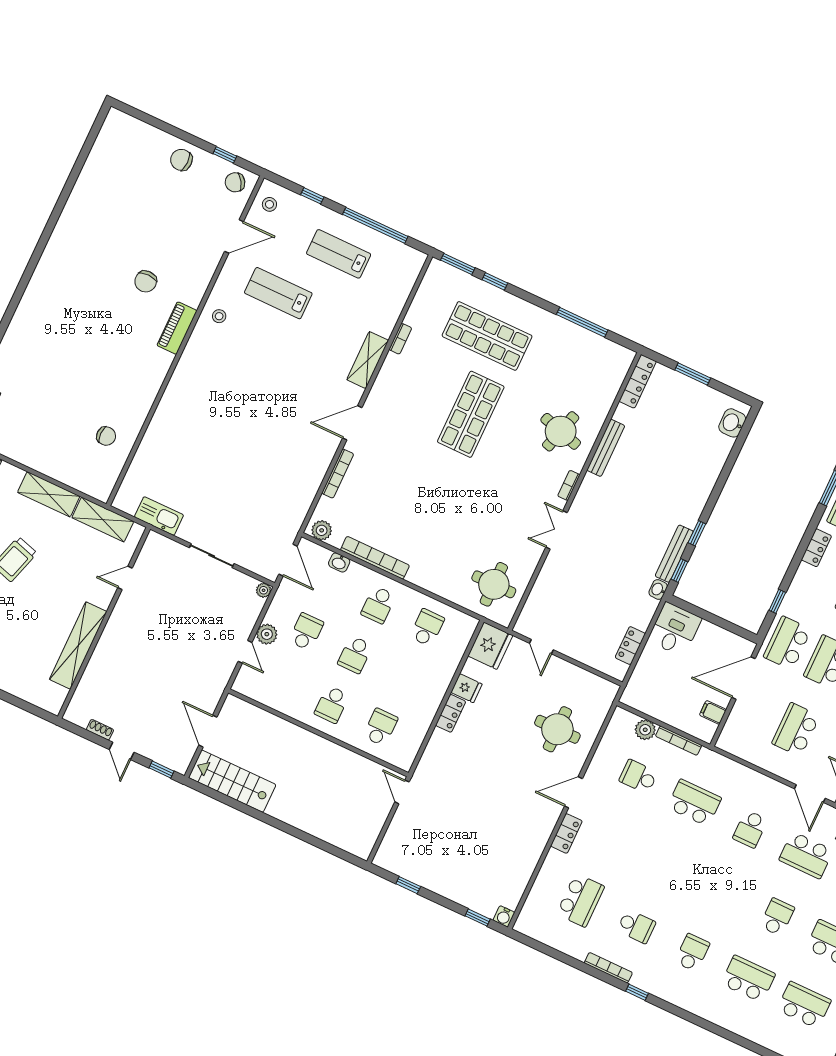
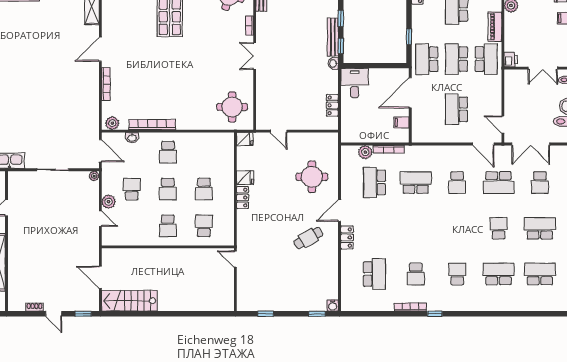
school desk: (427, 628) -> (204, 189), moved, turned 180
fridge: (490, 646) -> (245, 139), width x0.53, depth x0.75
school desk: (638, 777) -> (374, 183), width x1.85
cafe table: (514, 810) -> (308, 238), added
school desk: (636, 926) -> (416, 274), turned 90

